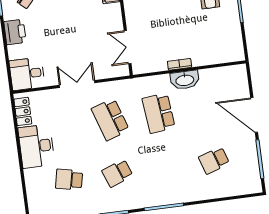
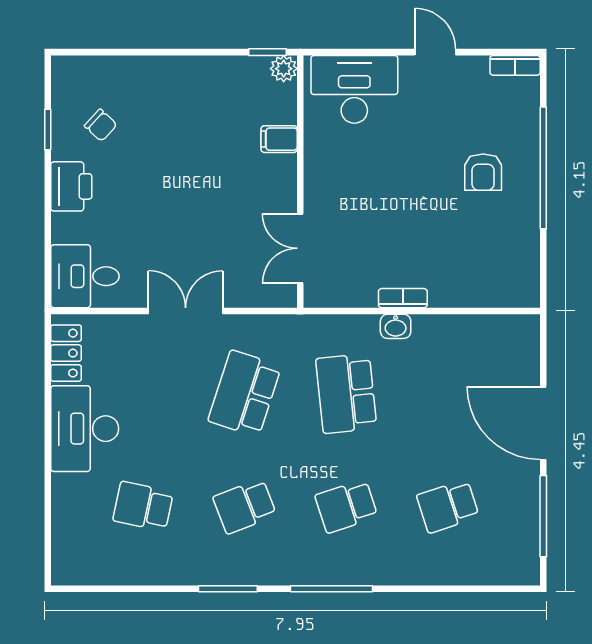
washbasin: (185, 80) -> (396, 326), width x0.52, depth x0.69
school desk: (110, 119) -> (245, 393), turned 36
school desk: (166, 167) -> (346, 506), added

